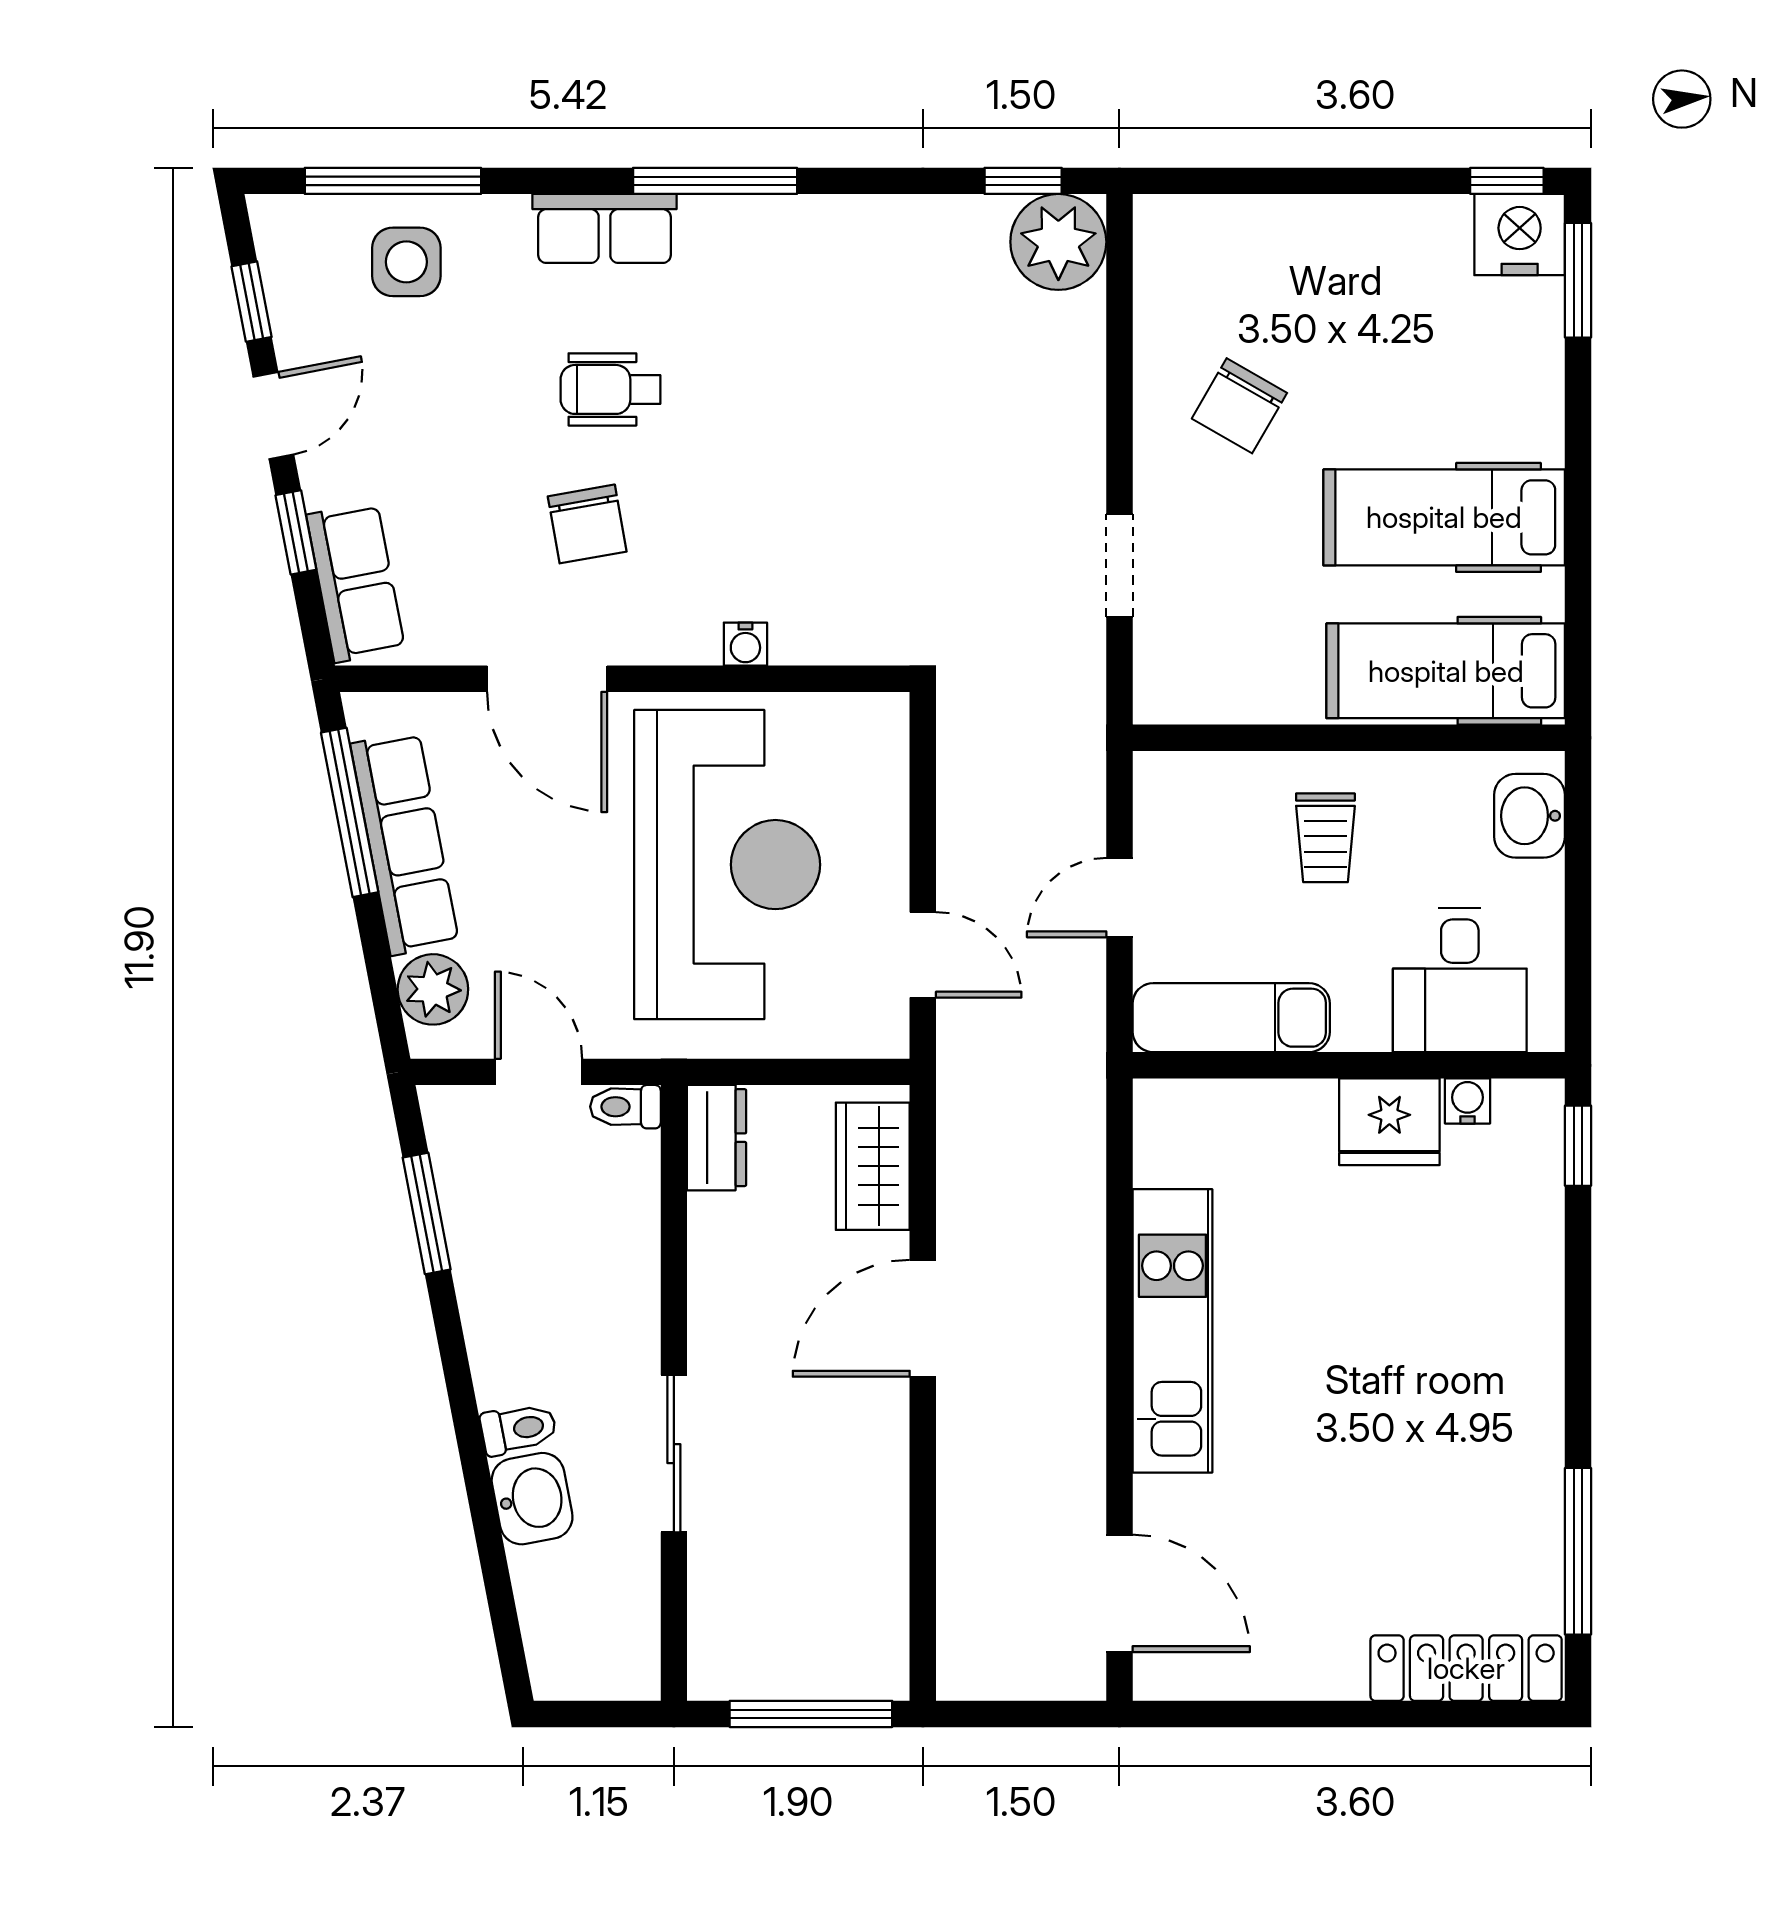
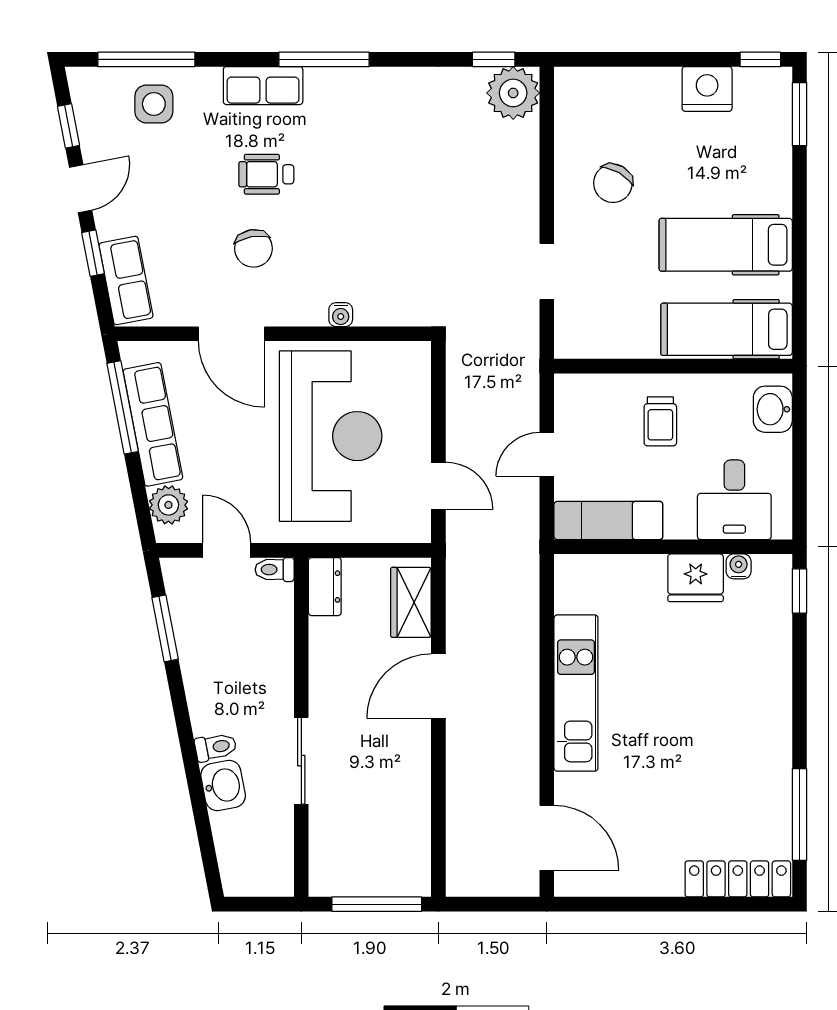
nightstand: (1520, 235) -> (707, 89), moved

